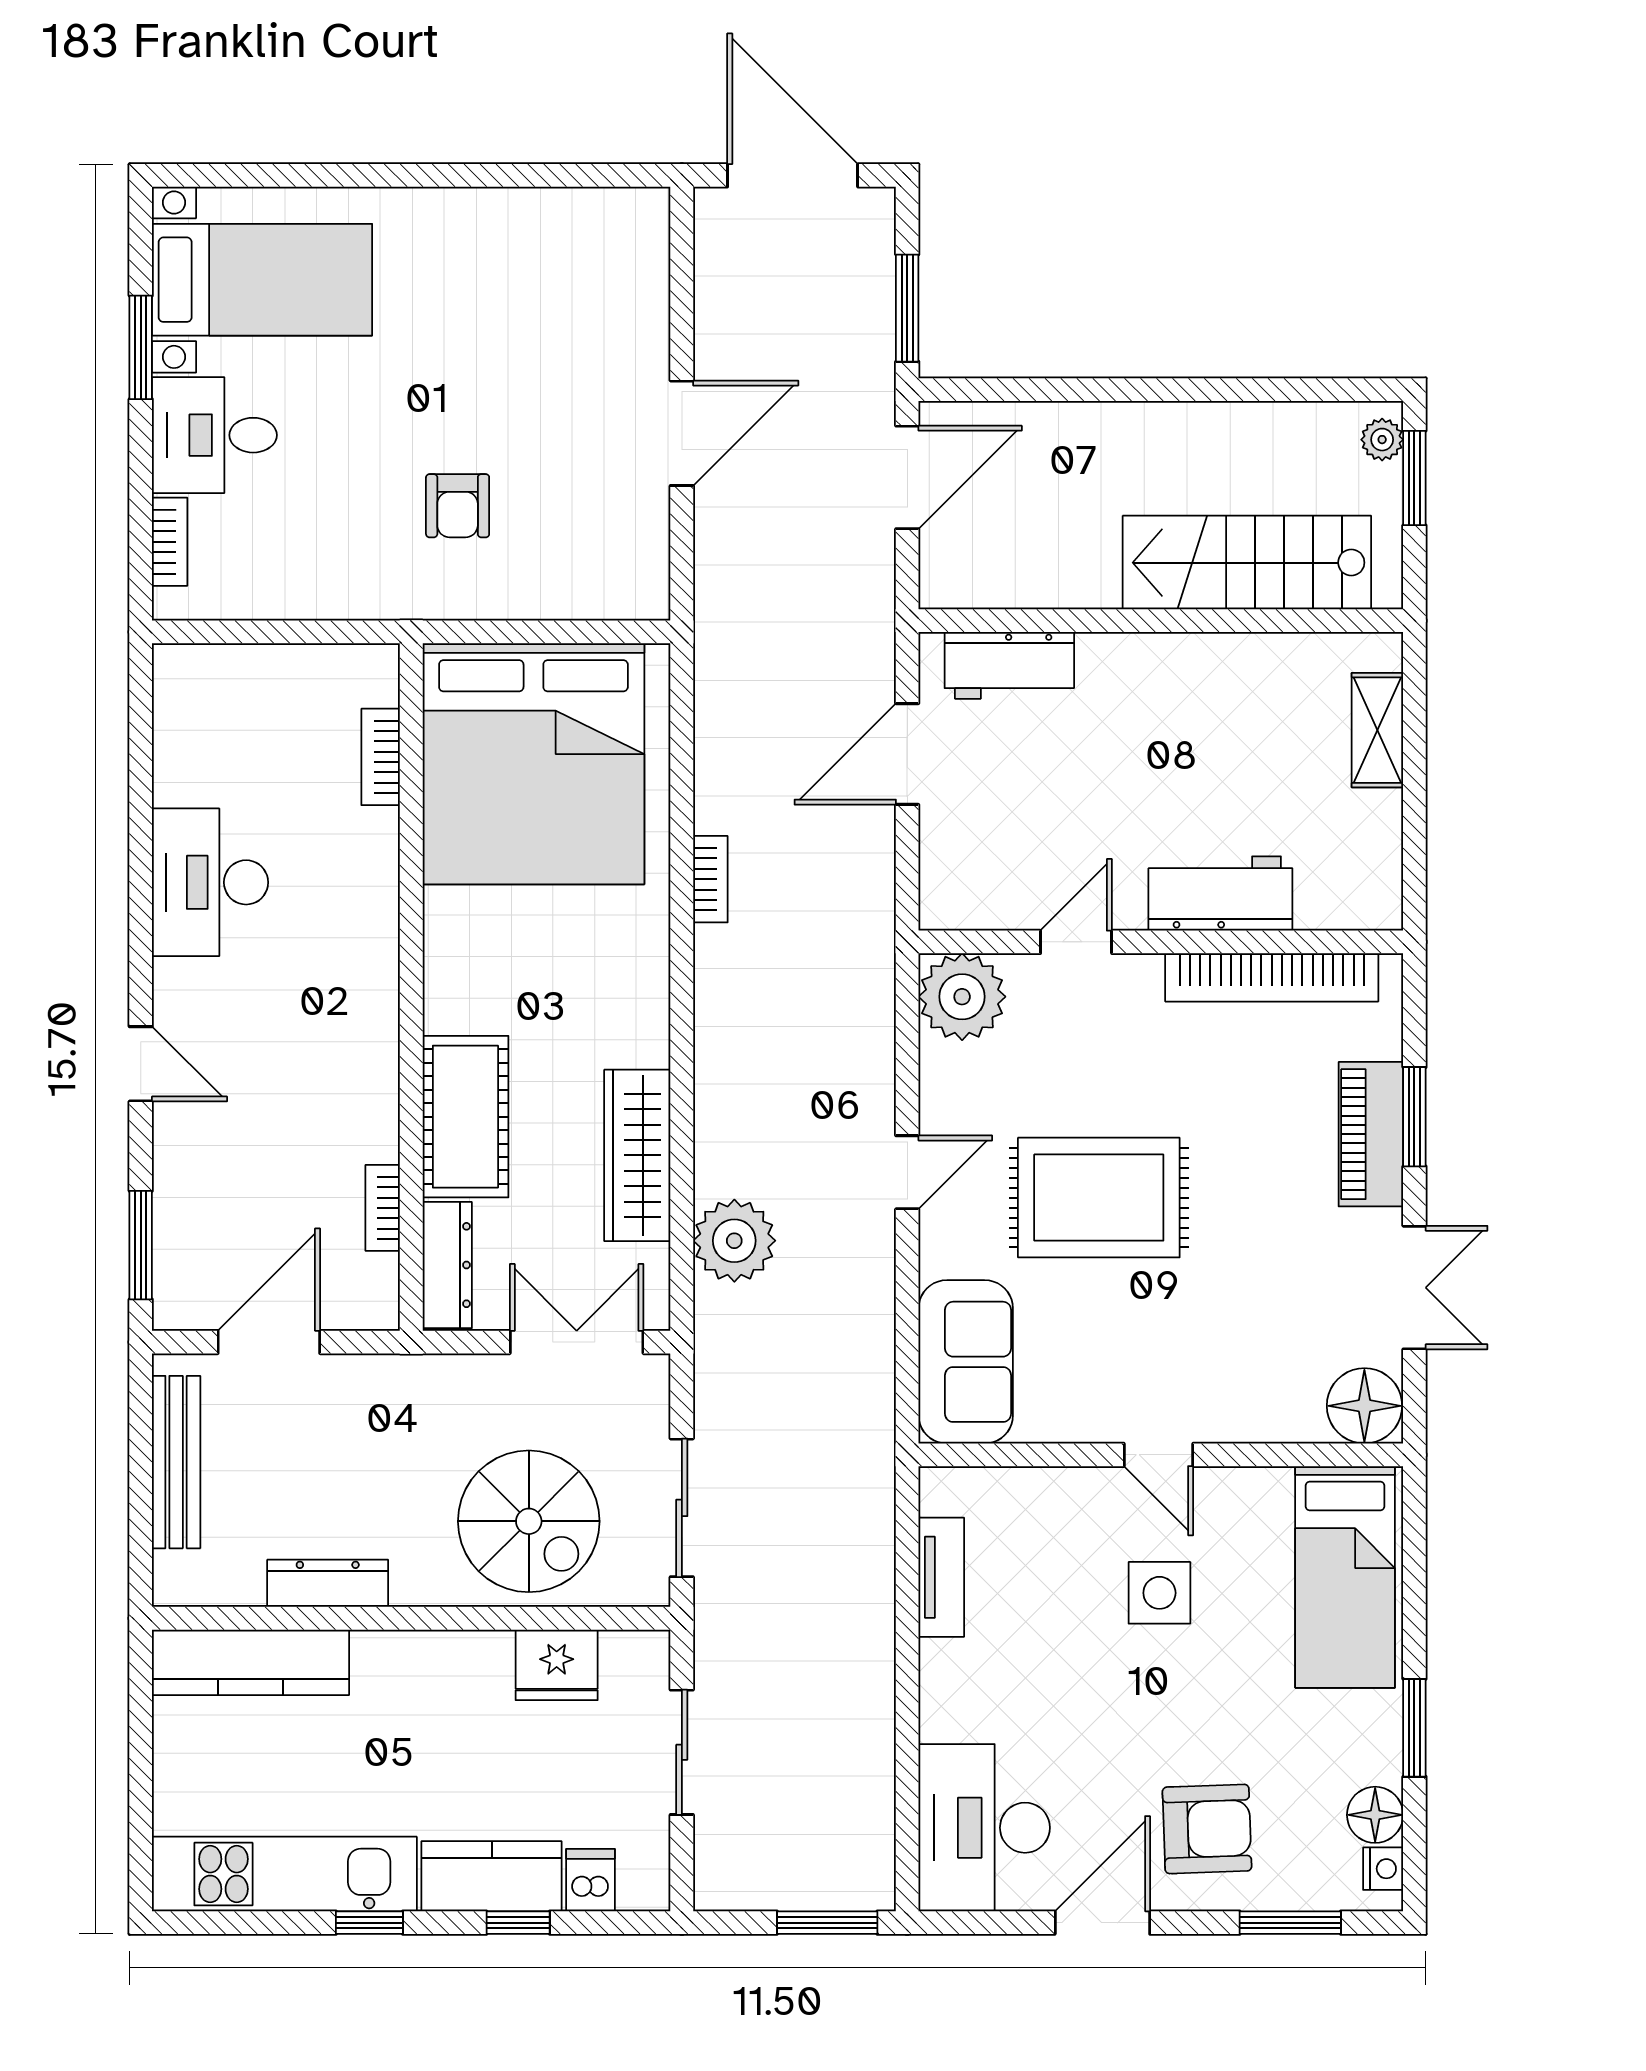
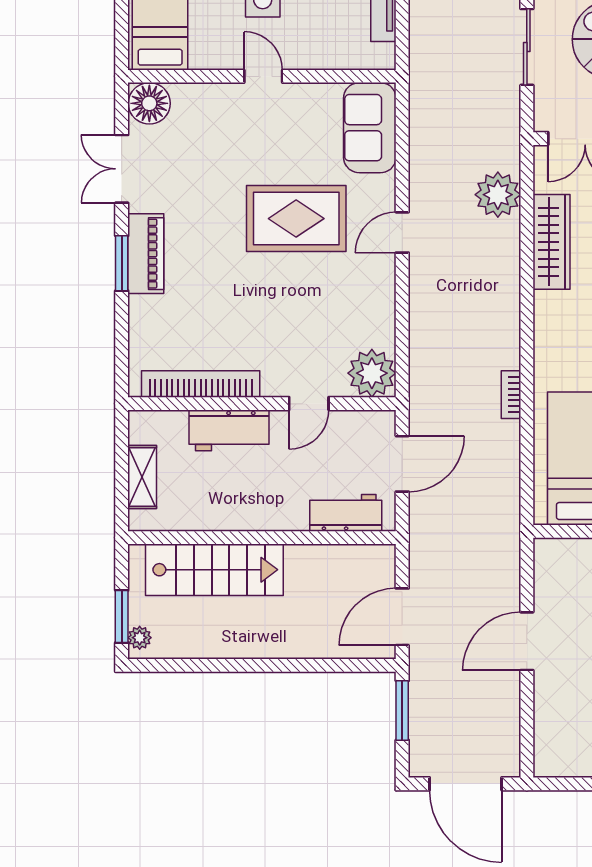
workbench: (1220, 893) -> (229, 430), moved
door: (1076, 942) -> (309, 404), moved
wall: (1161, 942) -> (262, 404), moved
bookcase: (1272, 977) -> (201, 384), moved
plant: (962, 997) -> (372, 373), moved

